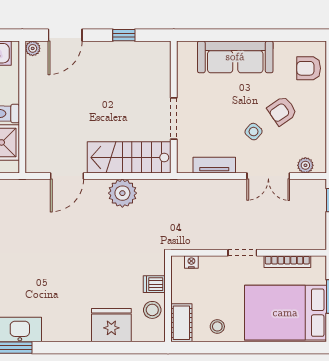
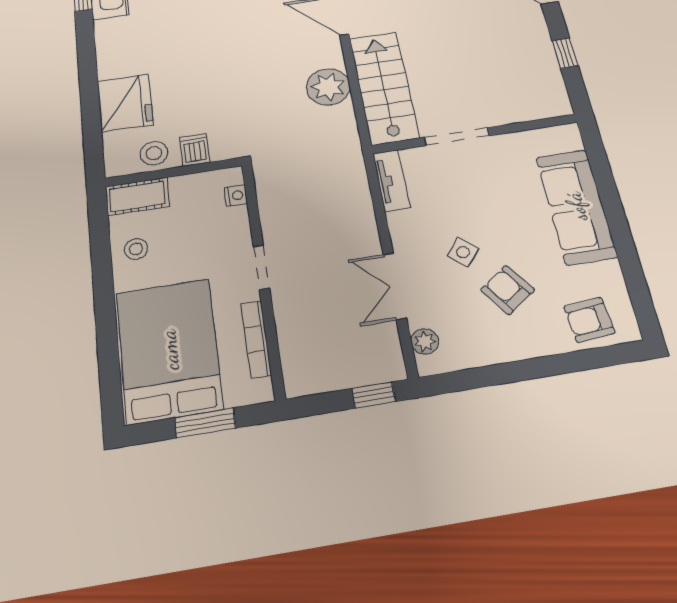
armchair: (309, 68) -> (589, 320), turned -95
tv unit: (214, 165) -> (391, 180), moved

